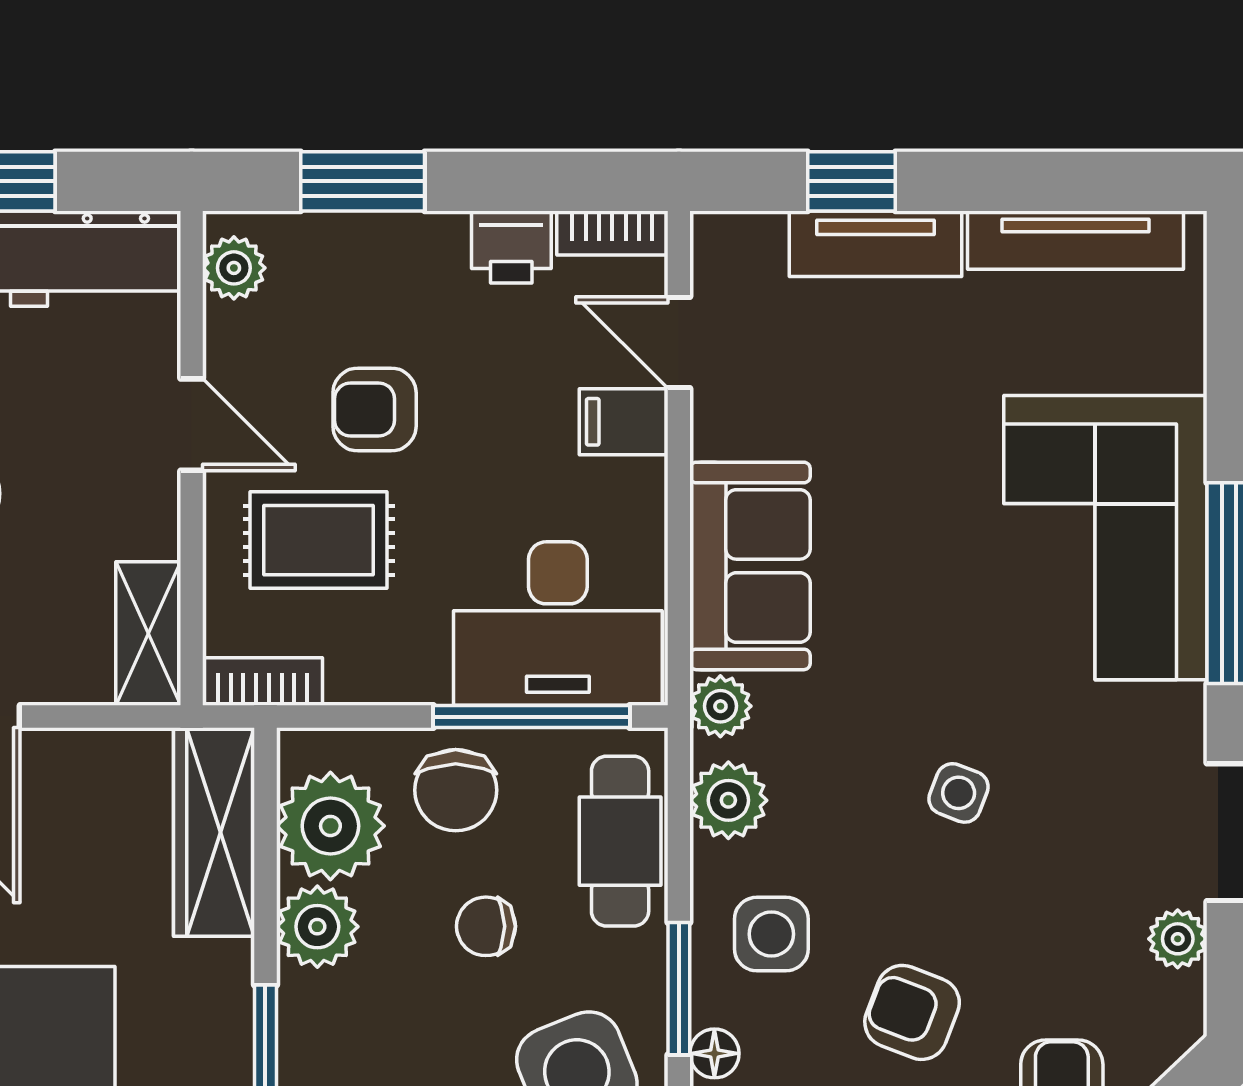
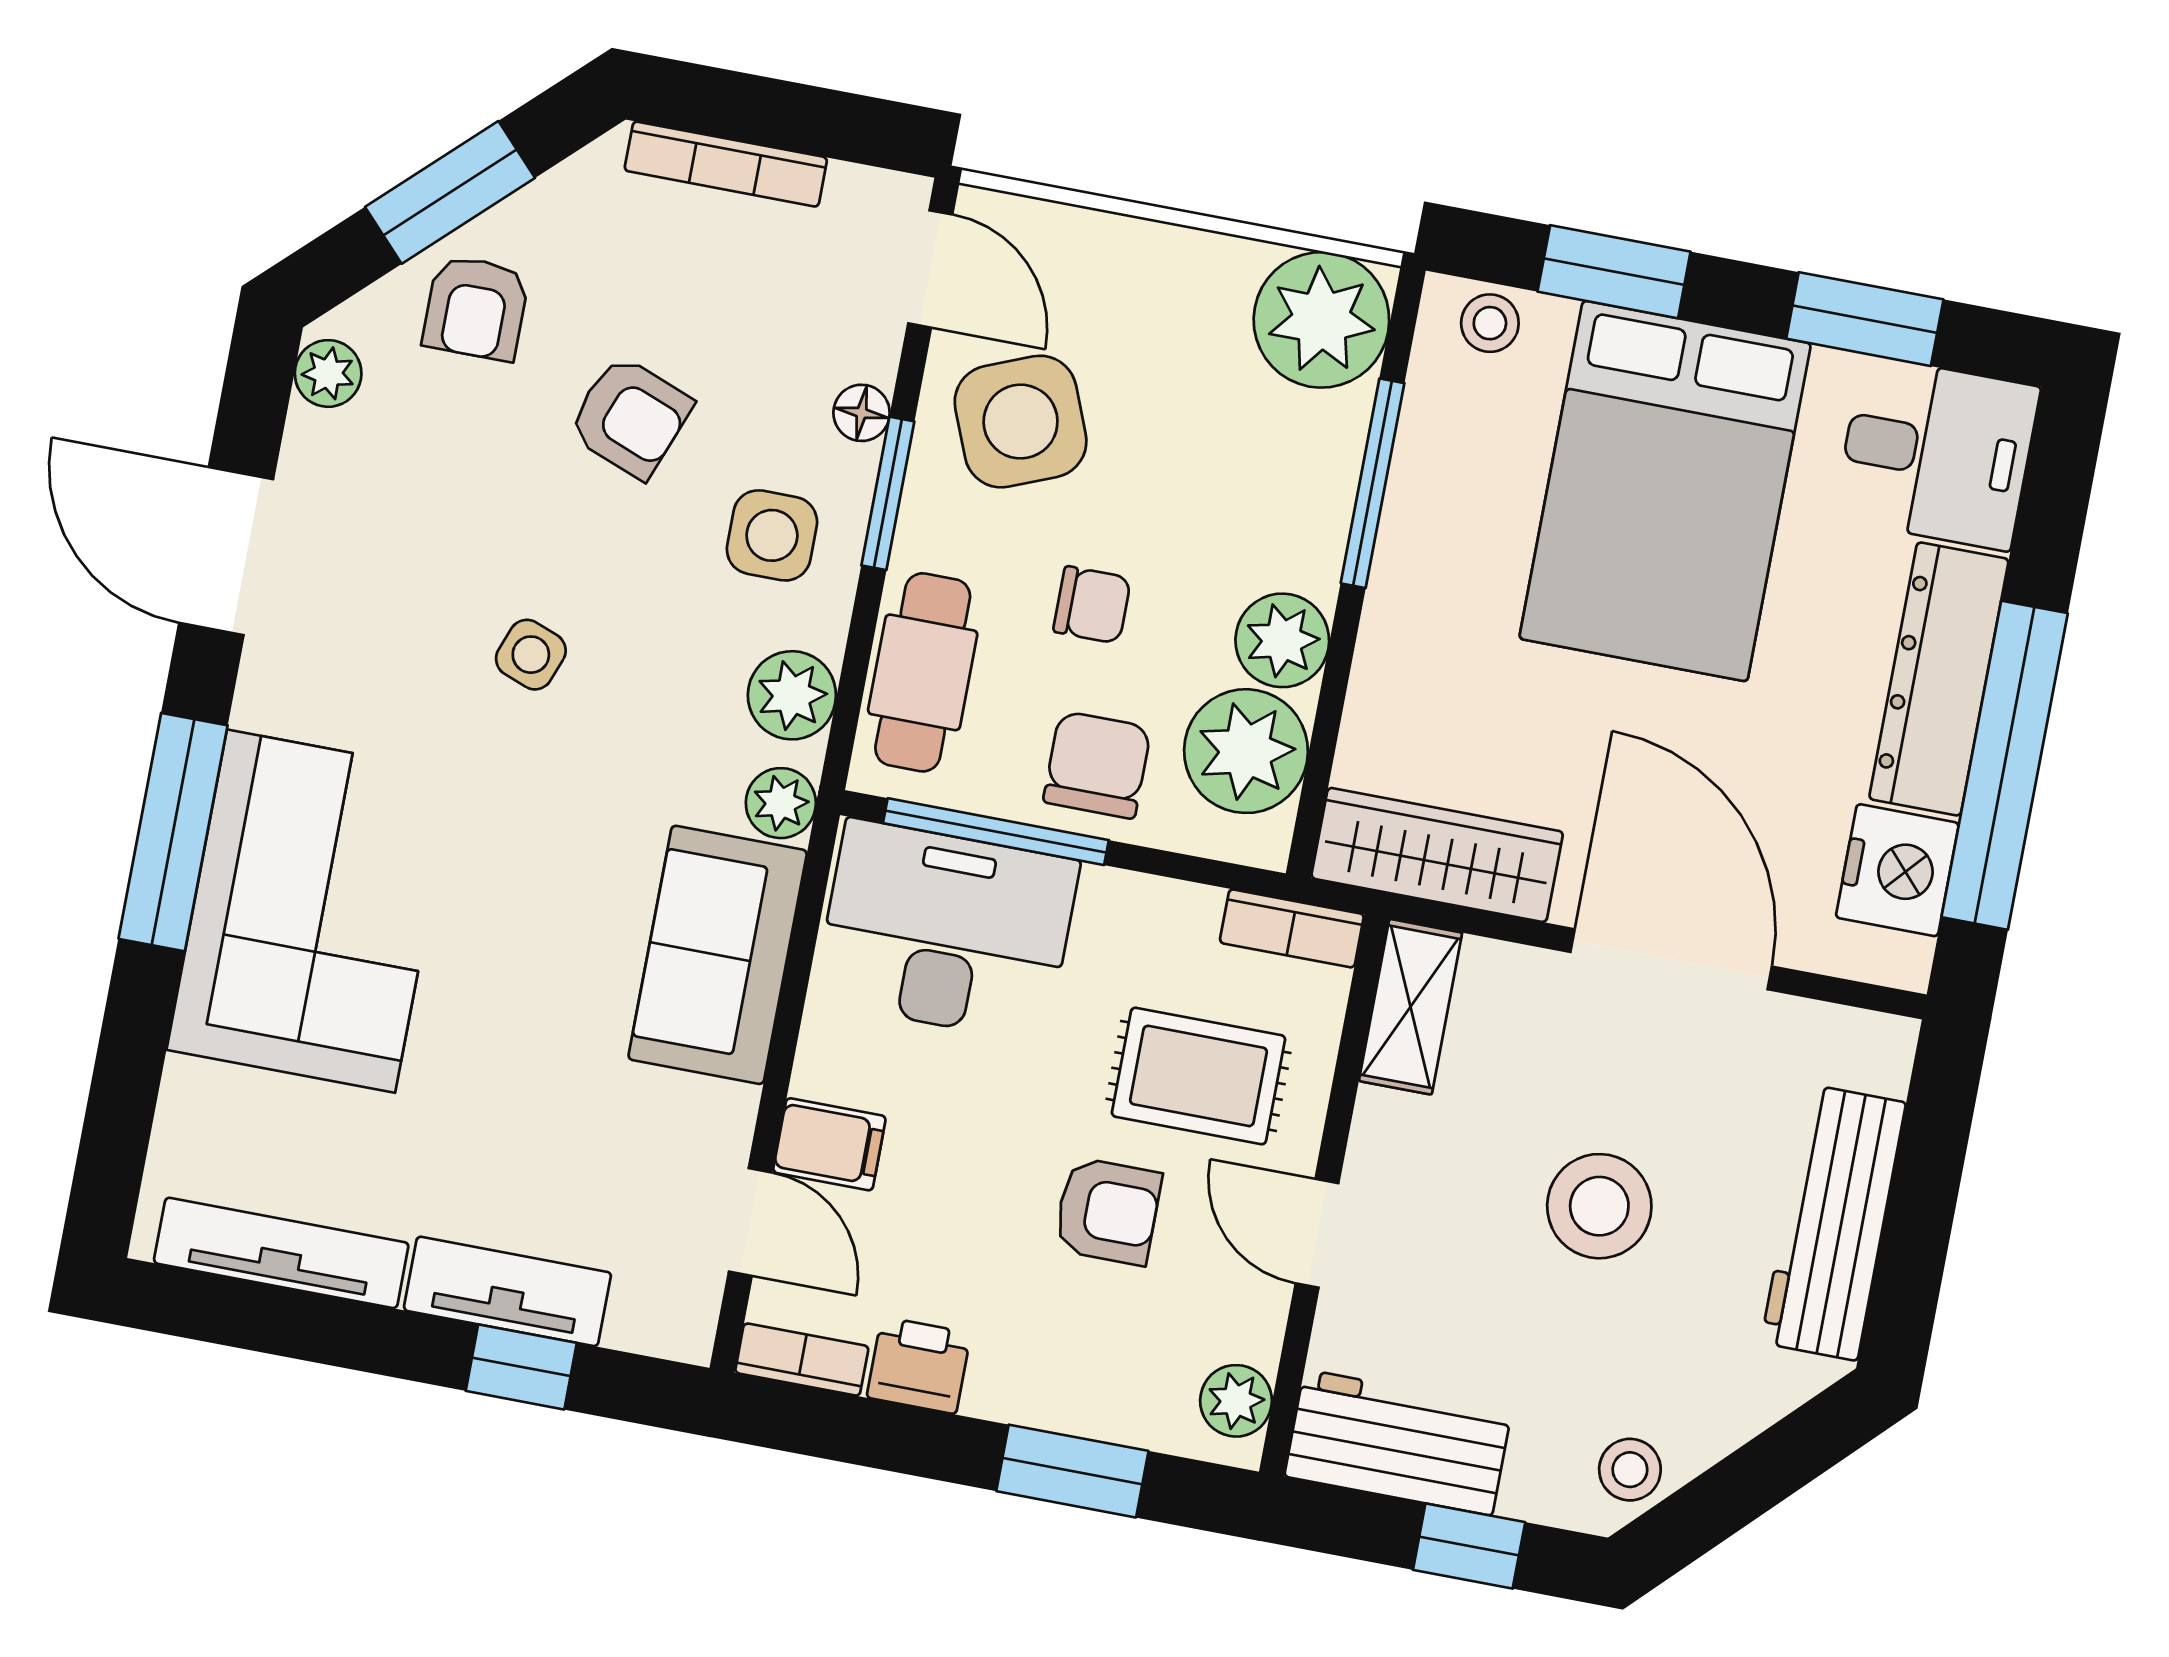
wardrobe: (214, 832) -> (1437, 855), moved, turned -90
plant: (1178, 939) -> (328, 373), moved

